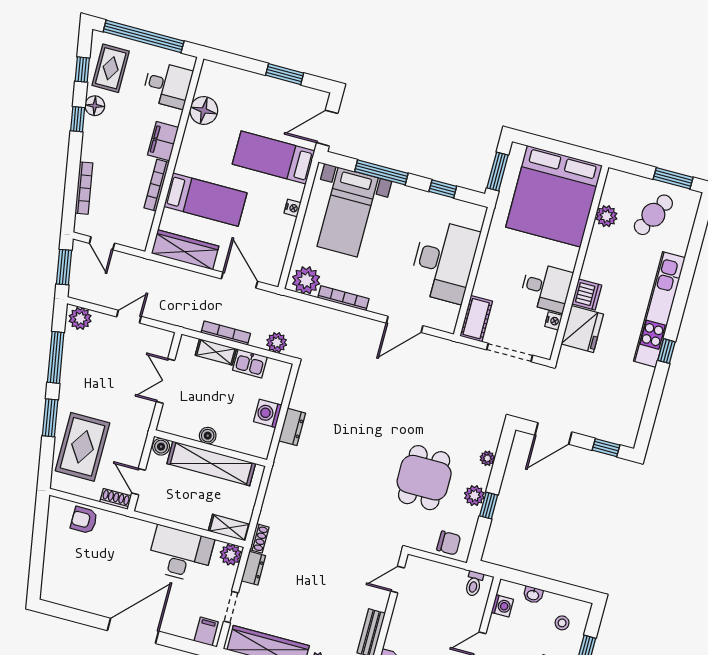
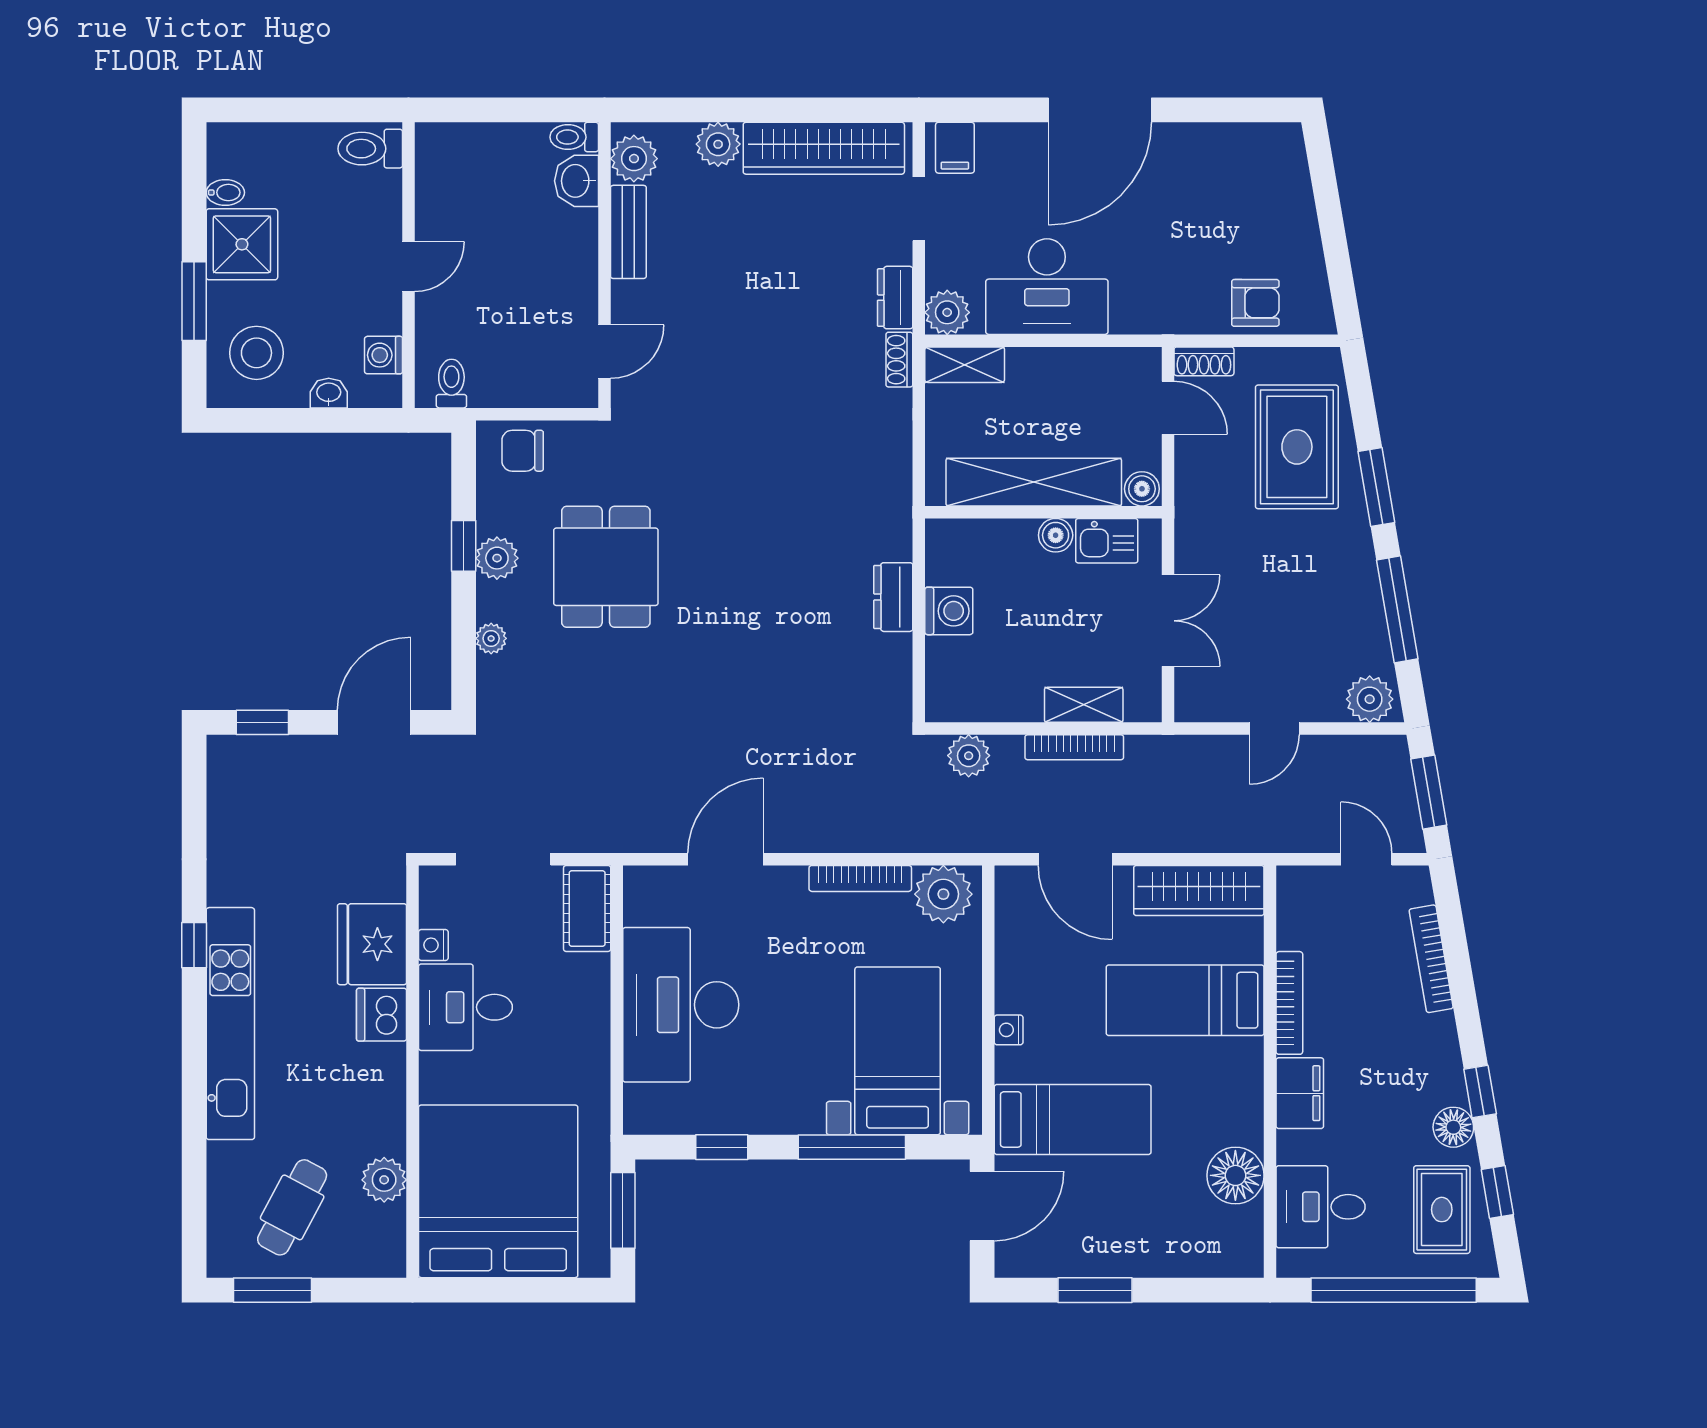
kitchen sink: (250, 364) -> (1107, 541), moved, turned 180
stool: (562, 623) -> (256, 353), width x1.89, depth x1.89

